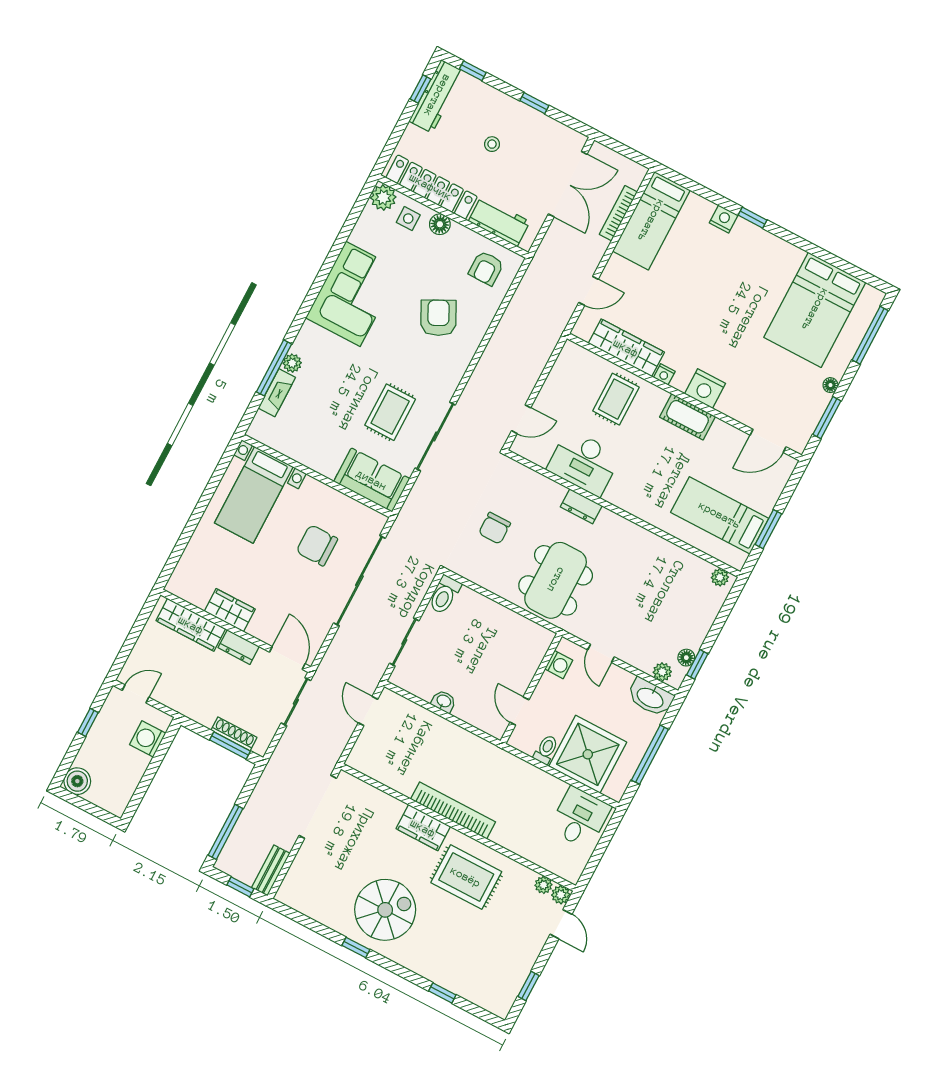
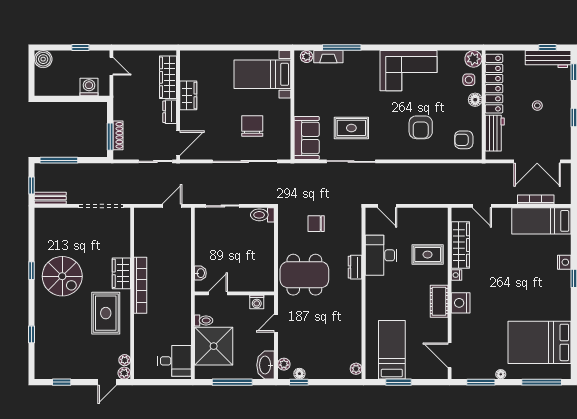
armchair: (438, 318) -> (421, 127), turned 117
plant: (292, 363) -> (307, 57), moved
washbasin: (444, 701) -> (200, 273), moved

